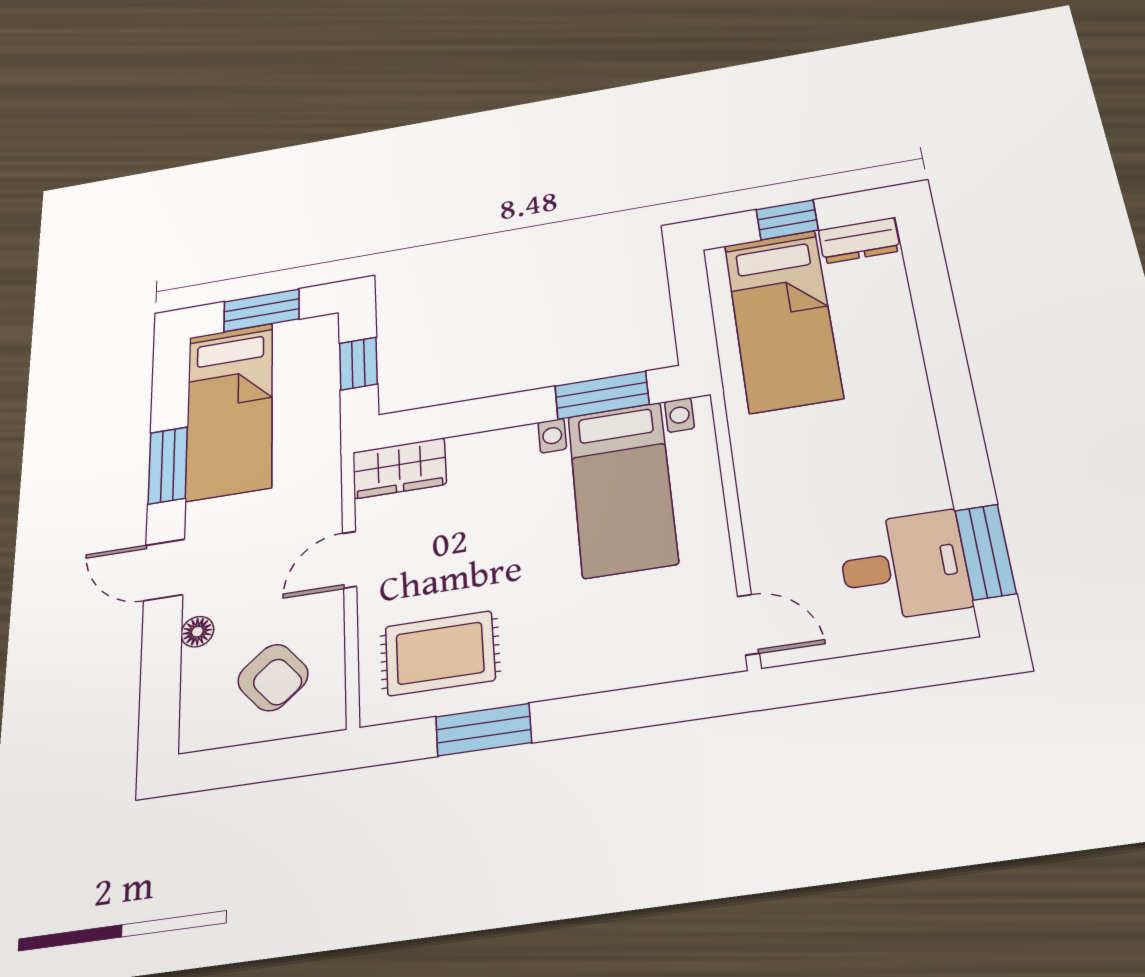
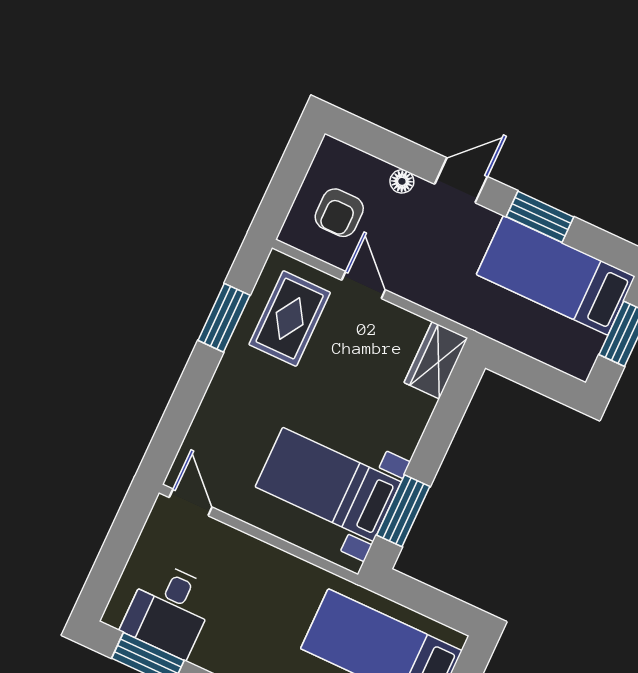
window: (358, 364) -> (535, 375), removed
door: (350, 560) -> (364, 285), moved
door: (748, 625) -> (191, 502), swing flipped
armchair: (273, 678) -> (339, 213), turned -50

